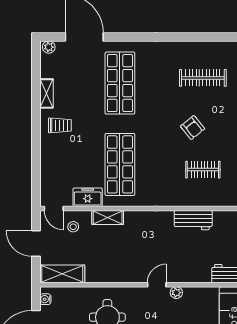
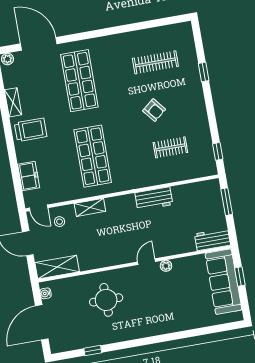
trolley: (60, 125) -> (31, 130), width x1.36, depth x1.39
freezer: (88, 197) -> (29, 176), moved, turned 90
workbench: (193, 220) -> (154, 199), moved

